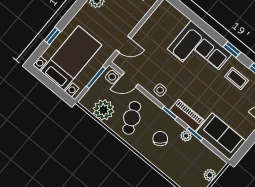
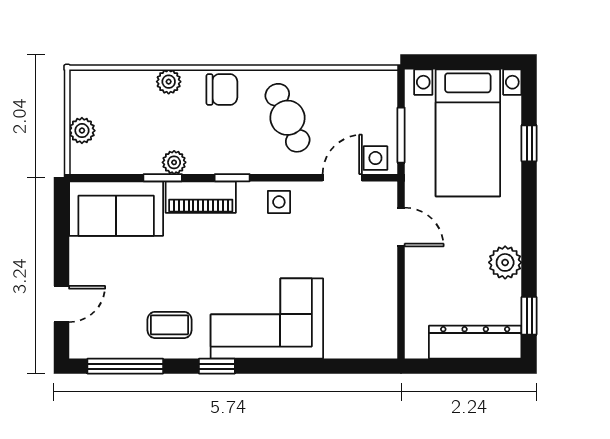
door: (124, 44) -> (401, 227), swing flipped
plant: (104, 110) -> (169, 82), moved, width x0.53, depth x0.53
chair: (160, 139) -> (222, 89), moved, turned -51

